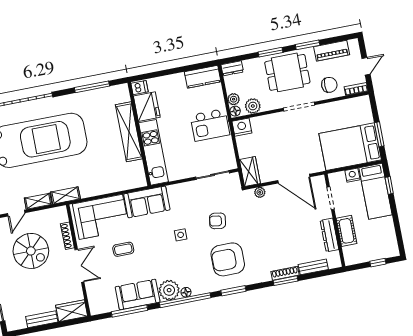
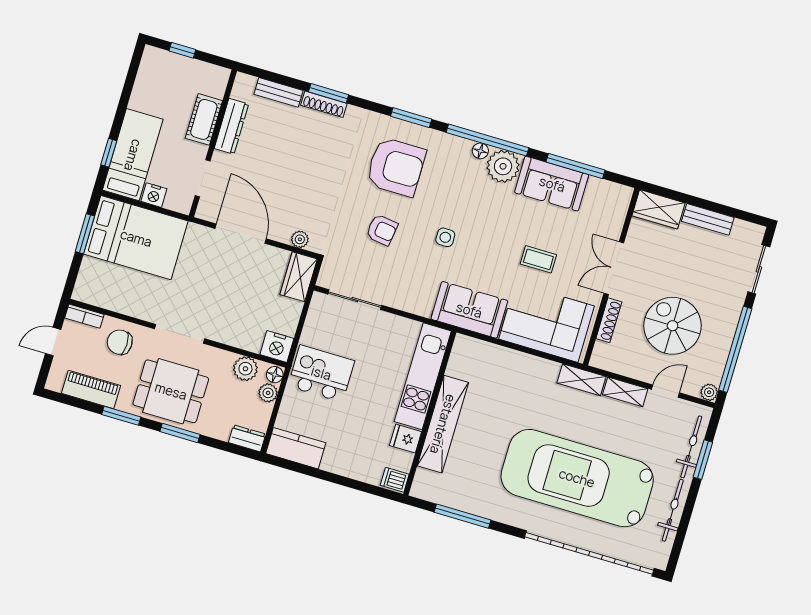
fridge: (147, 107) -> (406, 439), width x0.53, depth x0.75

